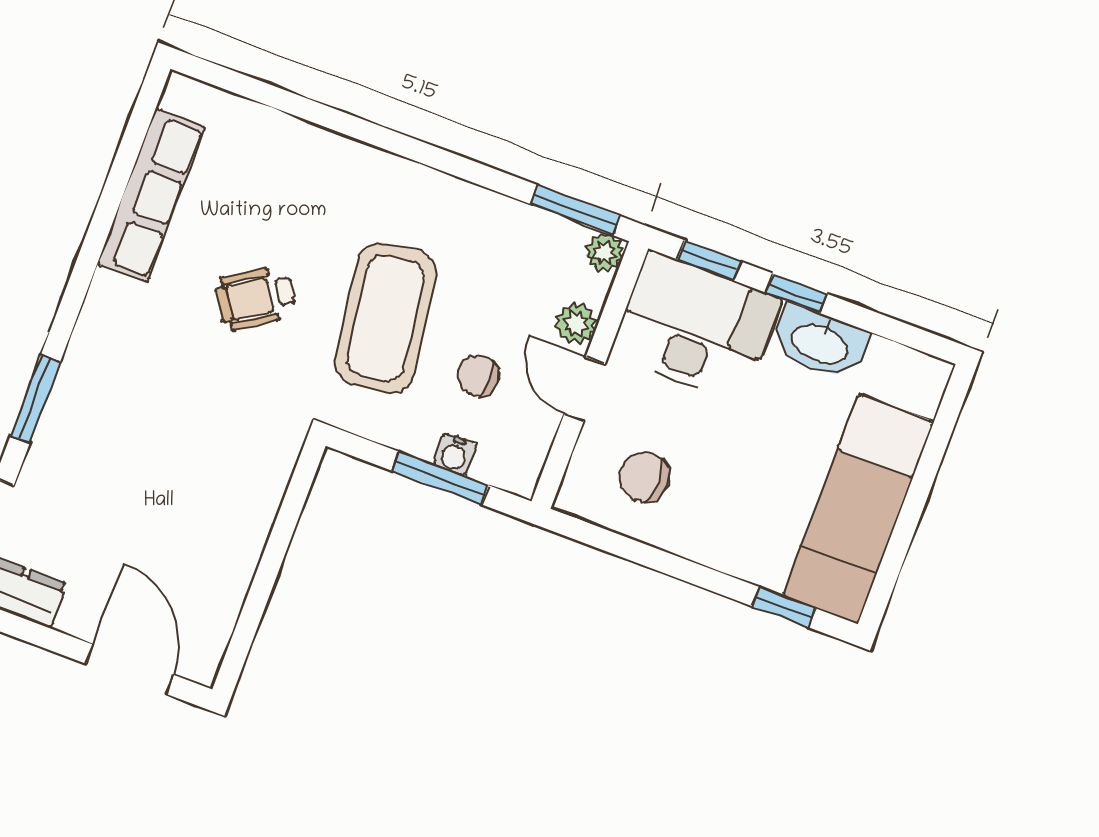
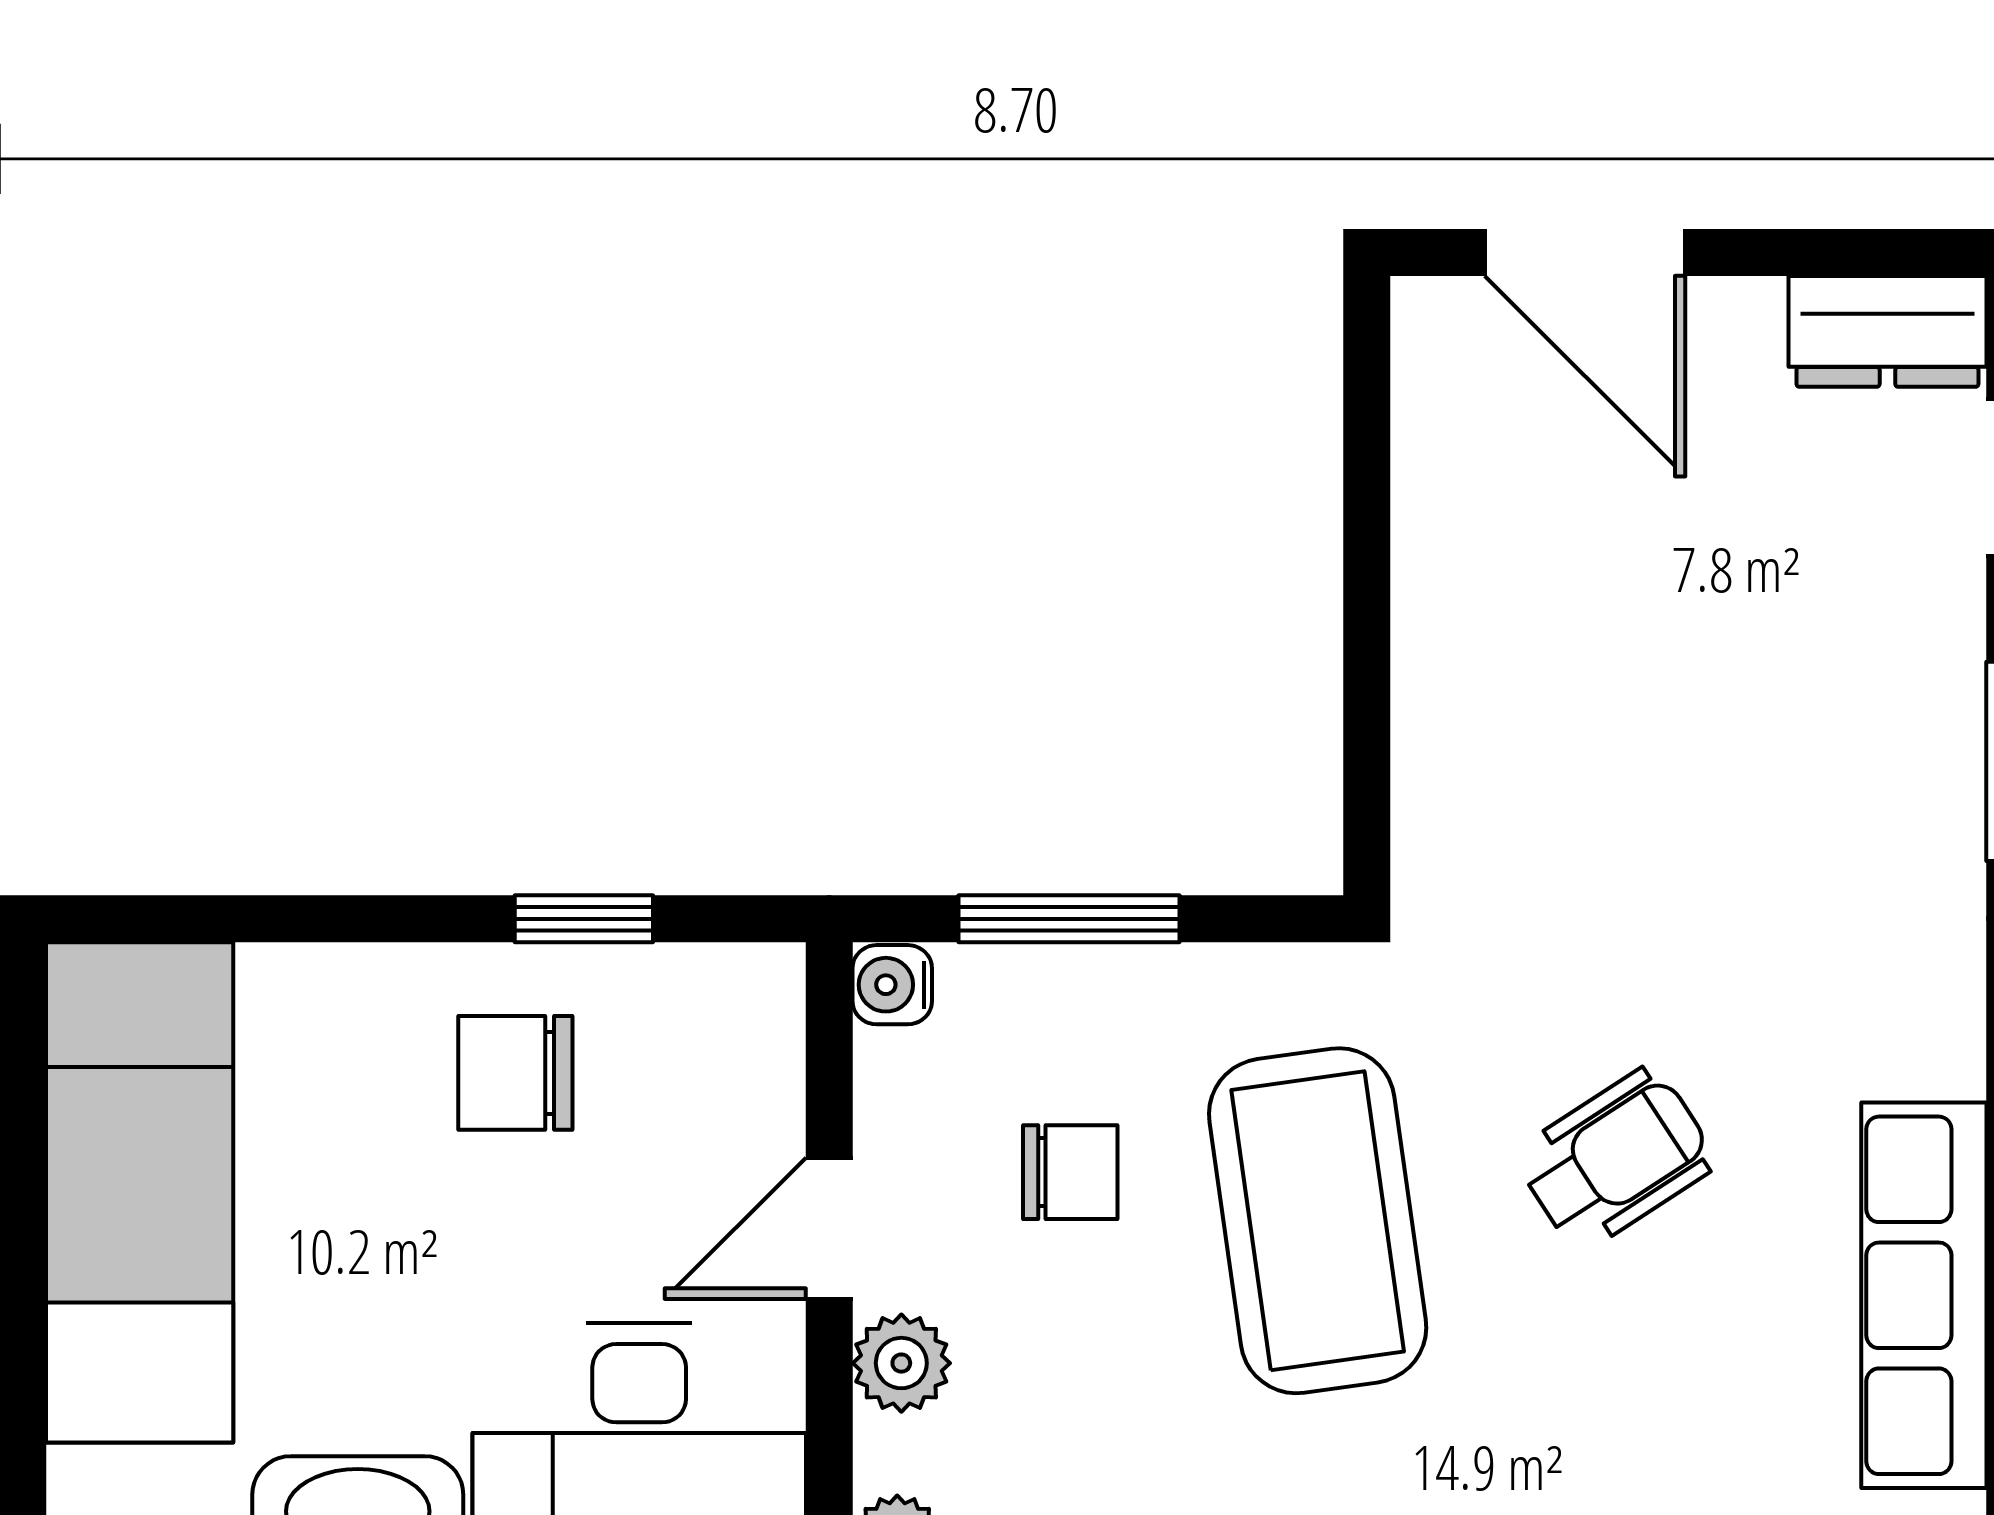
door: (585, 389) -> (829, 1228), swing flipped
water cooler: (454, 454) -> (892, 985), moved, turned -90
chair: (644, 477) -> (515, 1073), moved, turned 180
window: (784, 607) -> (584, 919), moved

